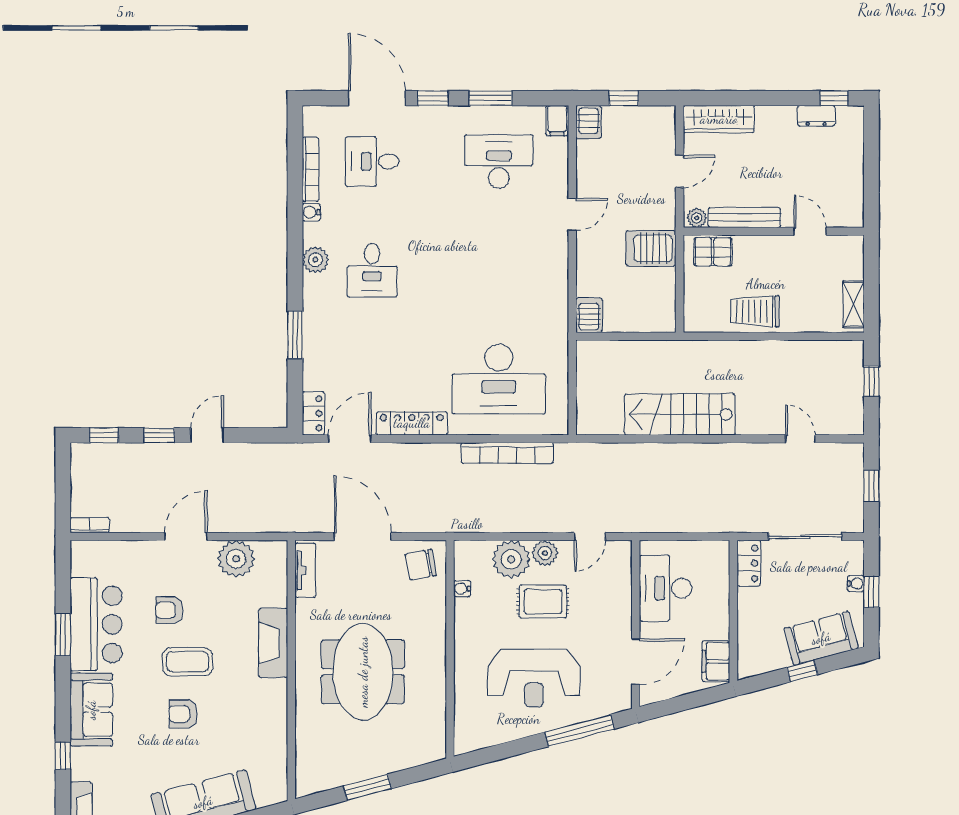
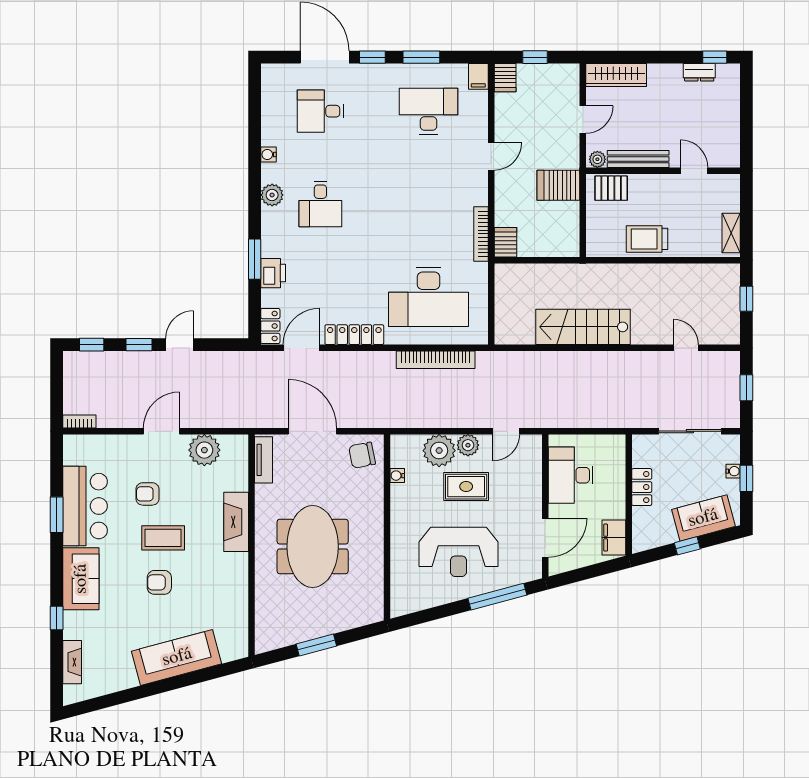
bookcase: (311, 169) -> (481, 234), moved, turned 180
printer: (317, 351) -> (273, 273), added
locker: (749, 563) -> (642, 487), moved

